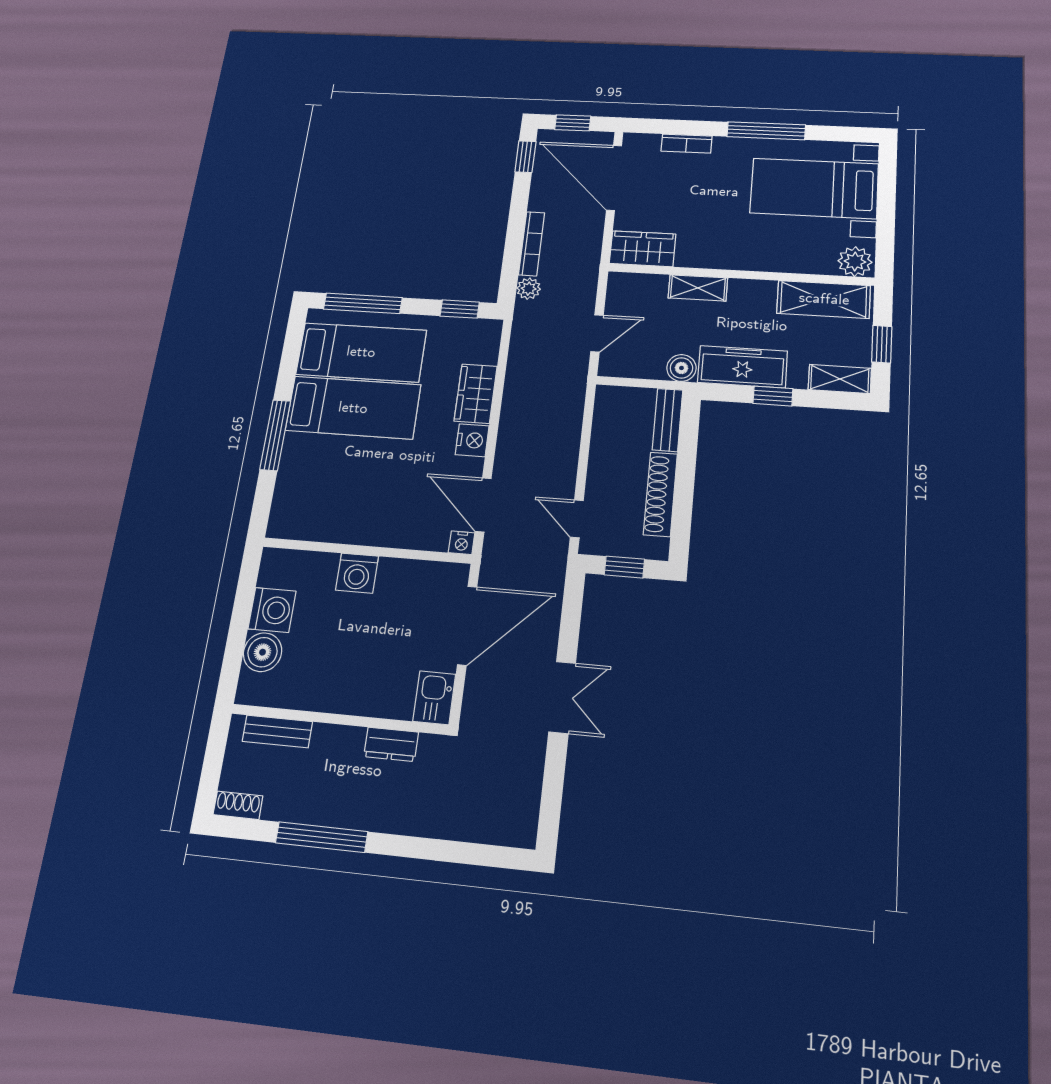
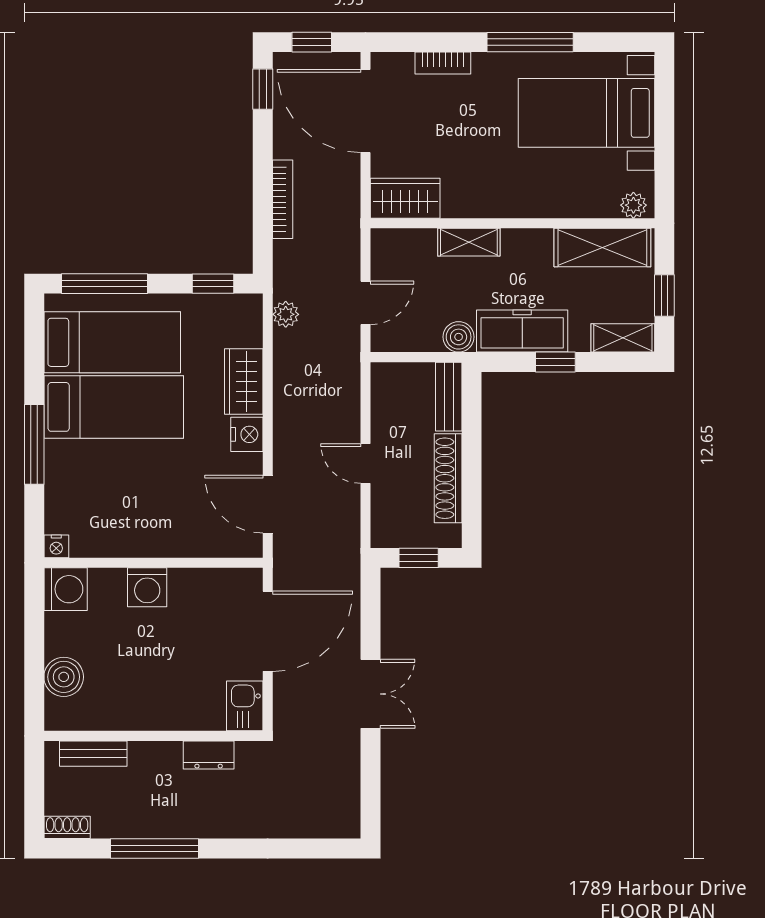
plant: (855, 262) -> (633, 205), width x0.73, depth x0.73
plant: (529, 289) -> (286, 314), moved
door: (577, 519) -> (366, 464), moved
nightstand: (462, 543) -> (56, 546), moved
washing machine: (272, 610) -> (66, 589), moved

